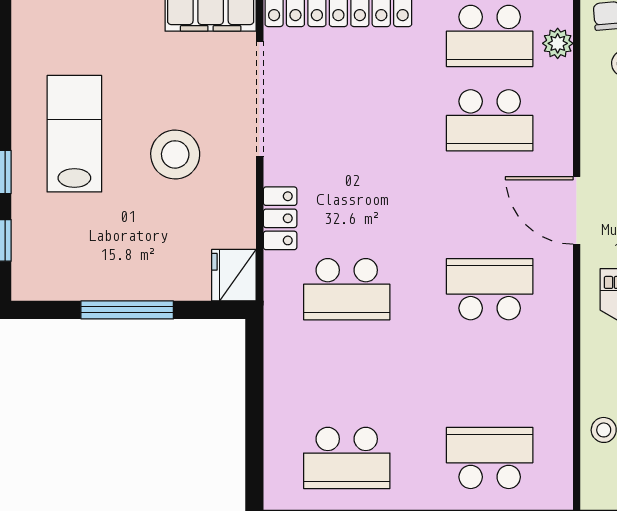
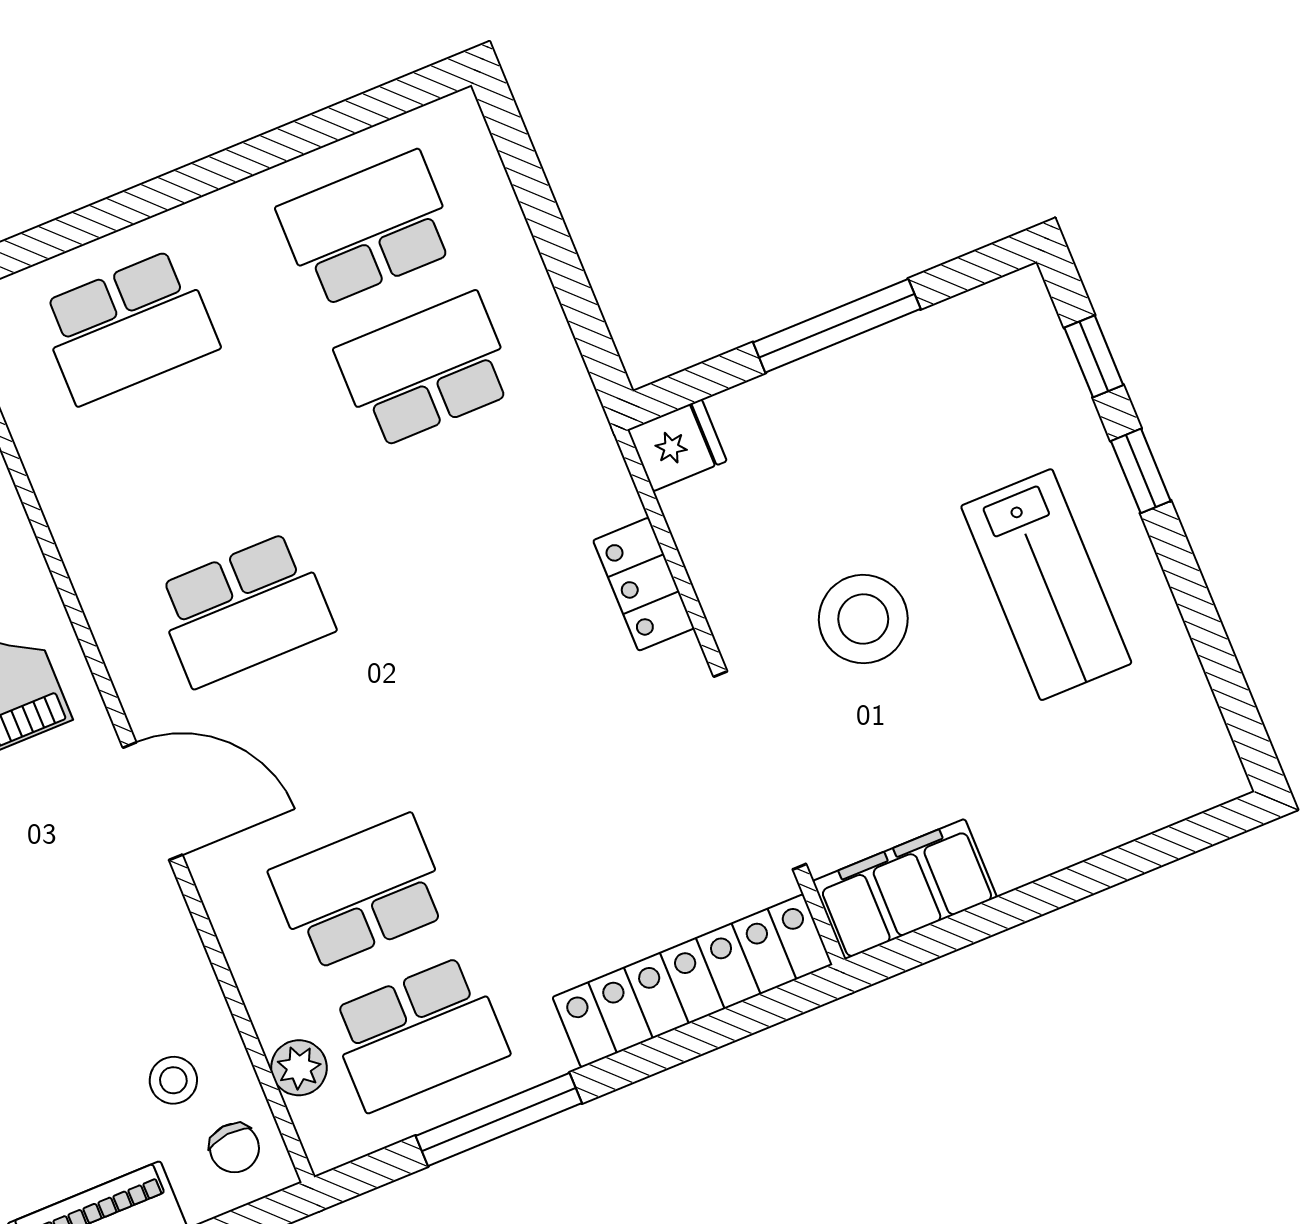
school desk: (490, 36) -> (418, 1033), turned 180
fridge: (234, 275) -> (677, 445), width x0.72
school desk: (347, 289) -> (426, 370), moved

